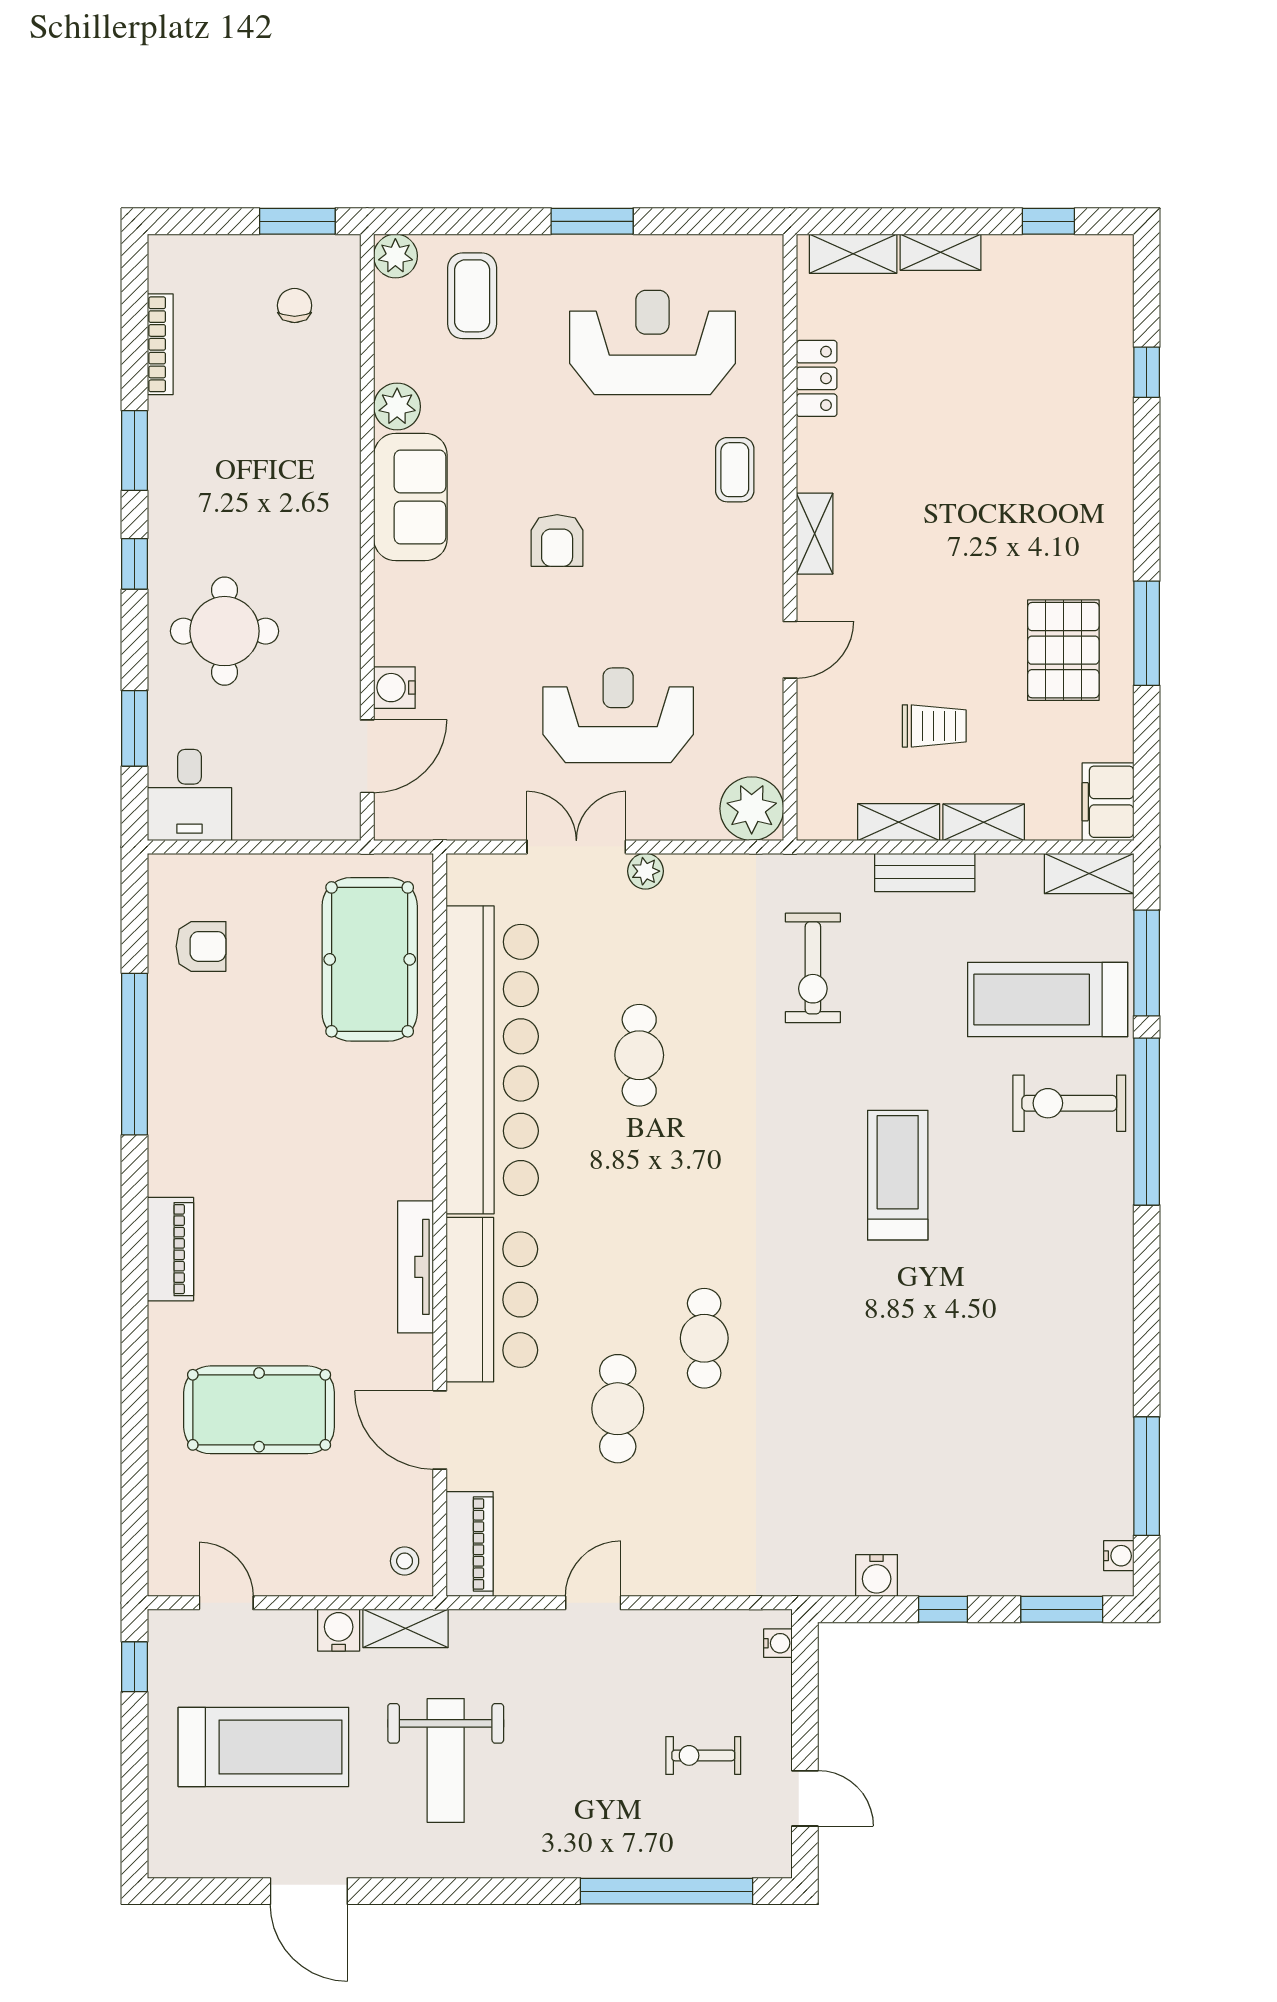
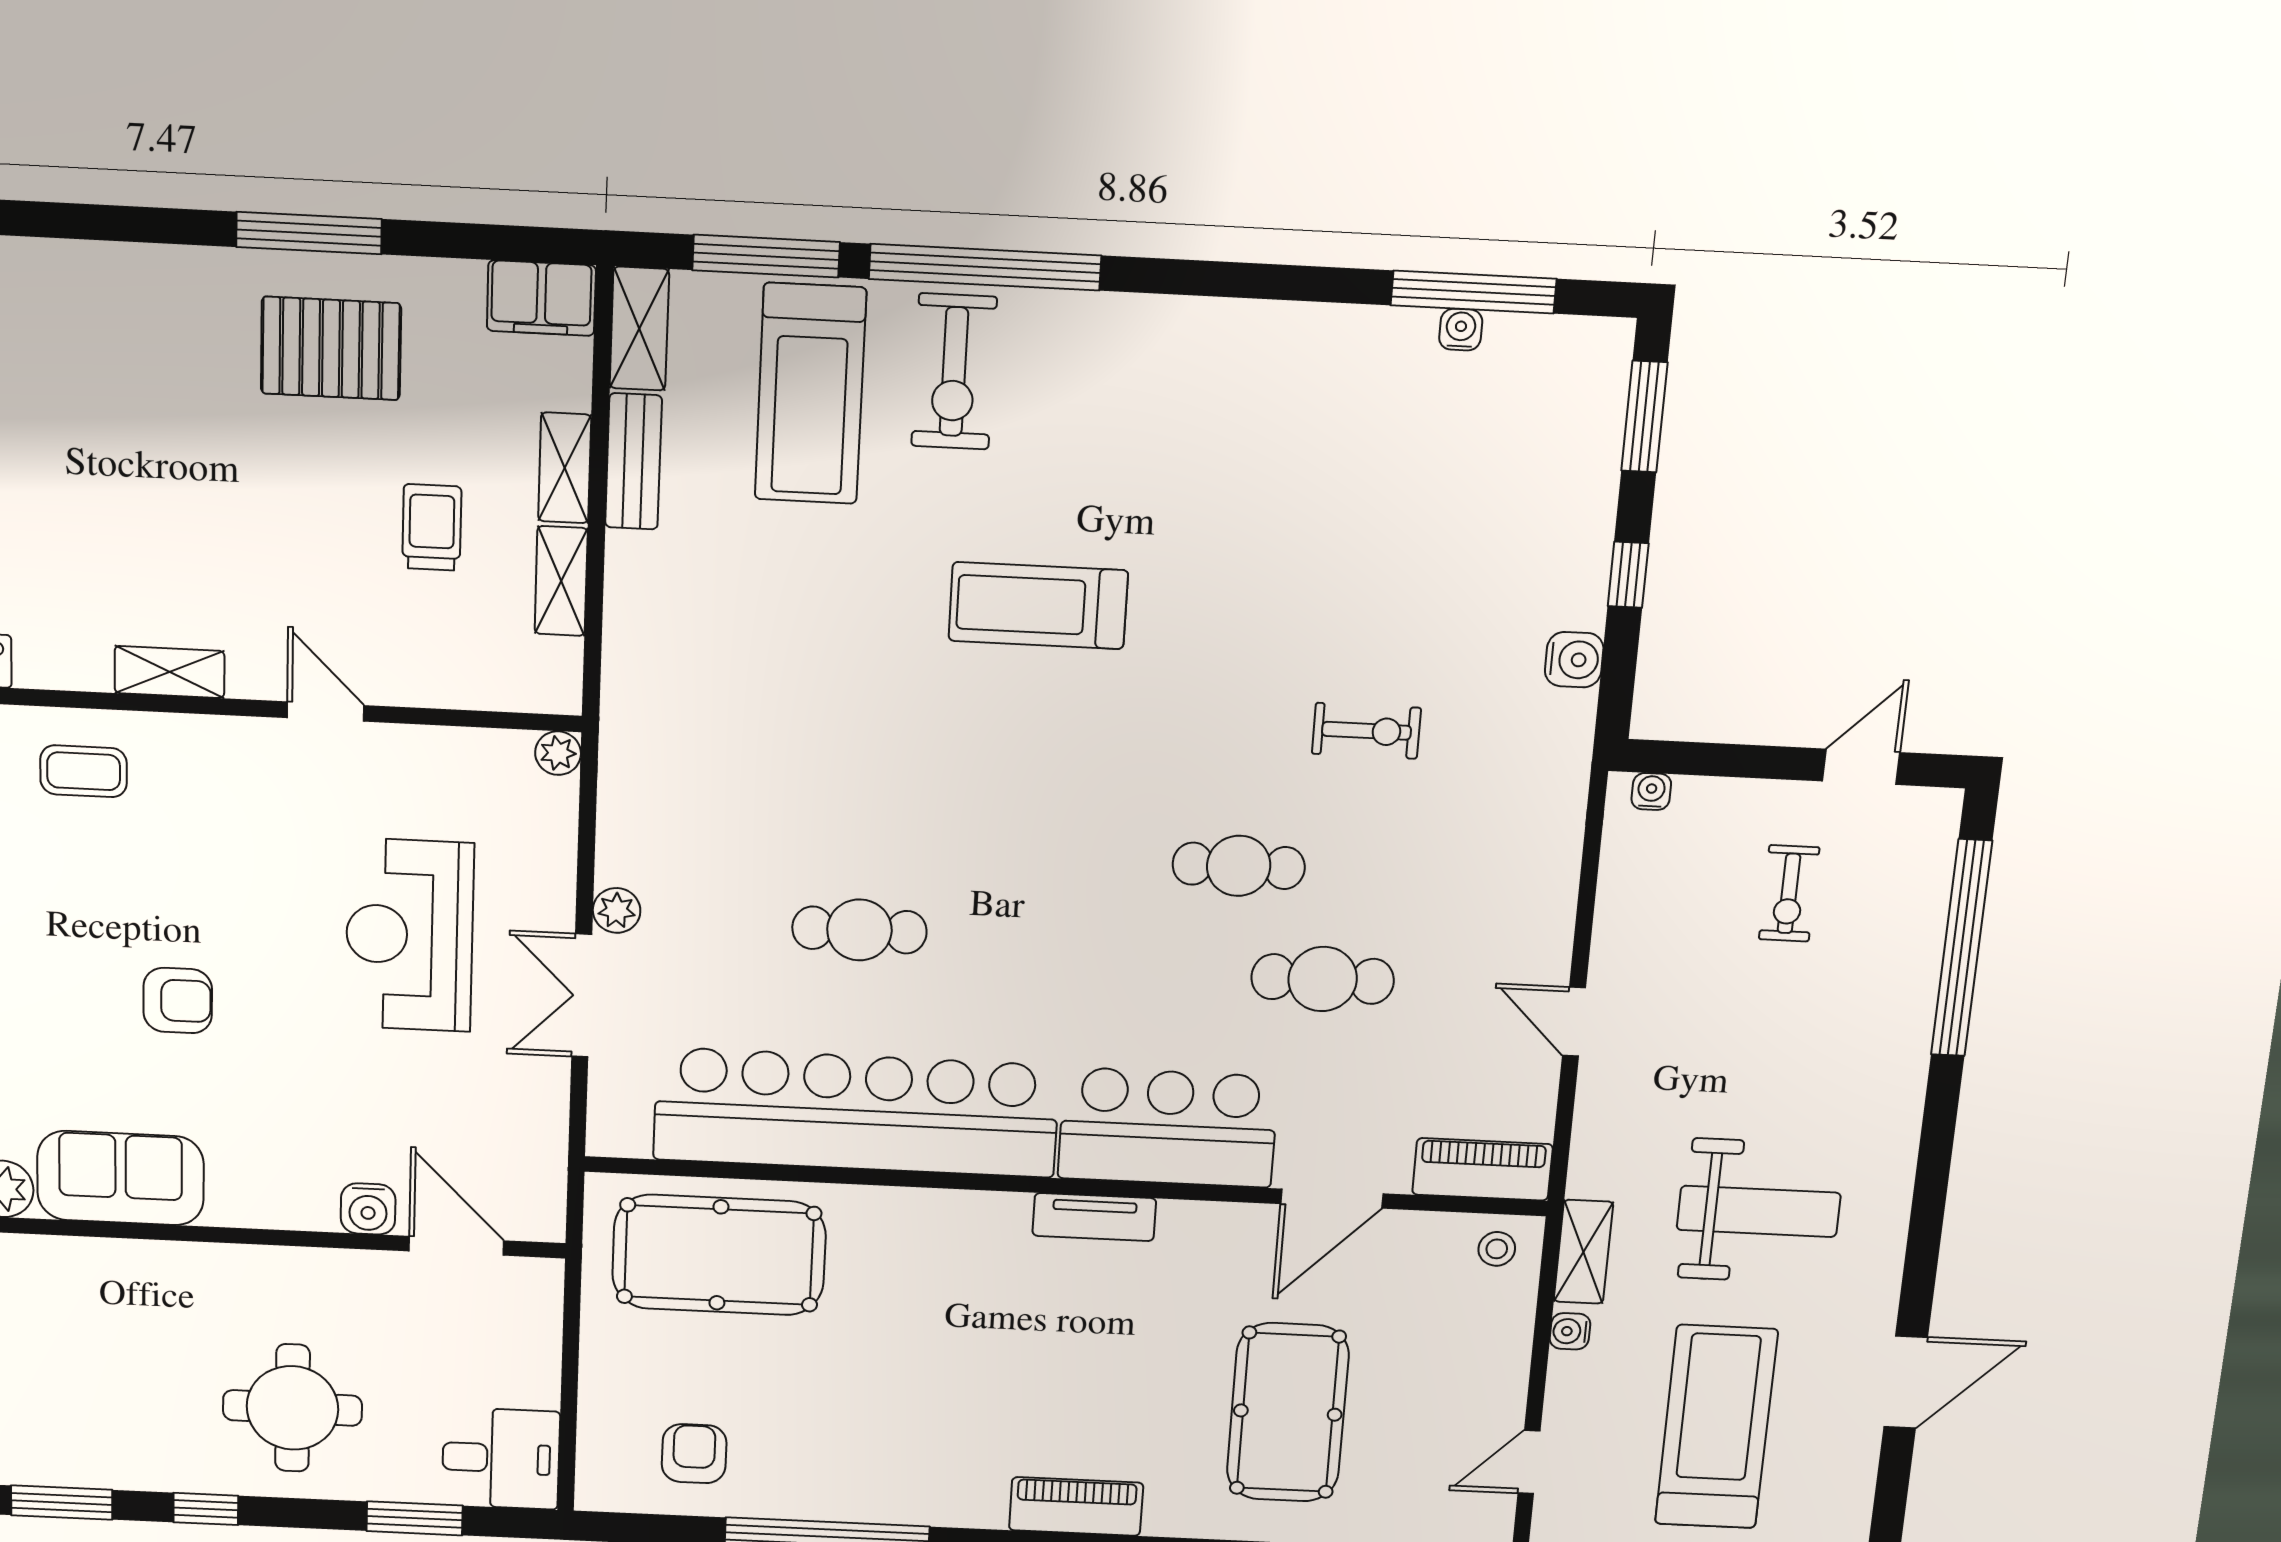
plant: (752, 809) -> (558, 753), width x0.53, depth x0.53
bench: (925, 872) -> (634, 461), moved
exercise bike: (813, 968) -> (1366, 731), moved, width x0.73, depth x0.72
tv unit: (416, 1267) -> (1094, 1217), width x0.71
water cooler: (1119, 1556) -> (1461, 330), moved
water cooler: (339, 1630) -> (1570, 1331), width x0.72, depth x0.72

